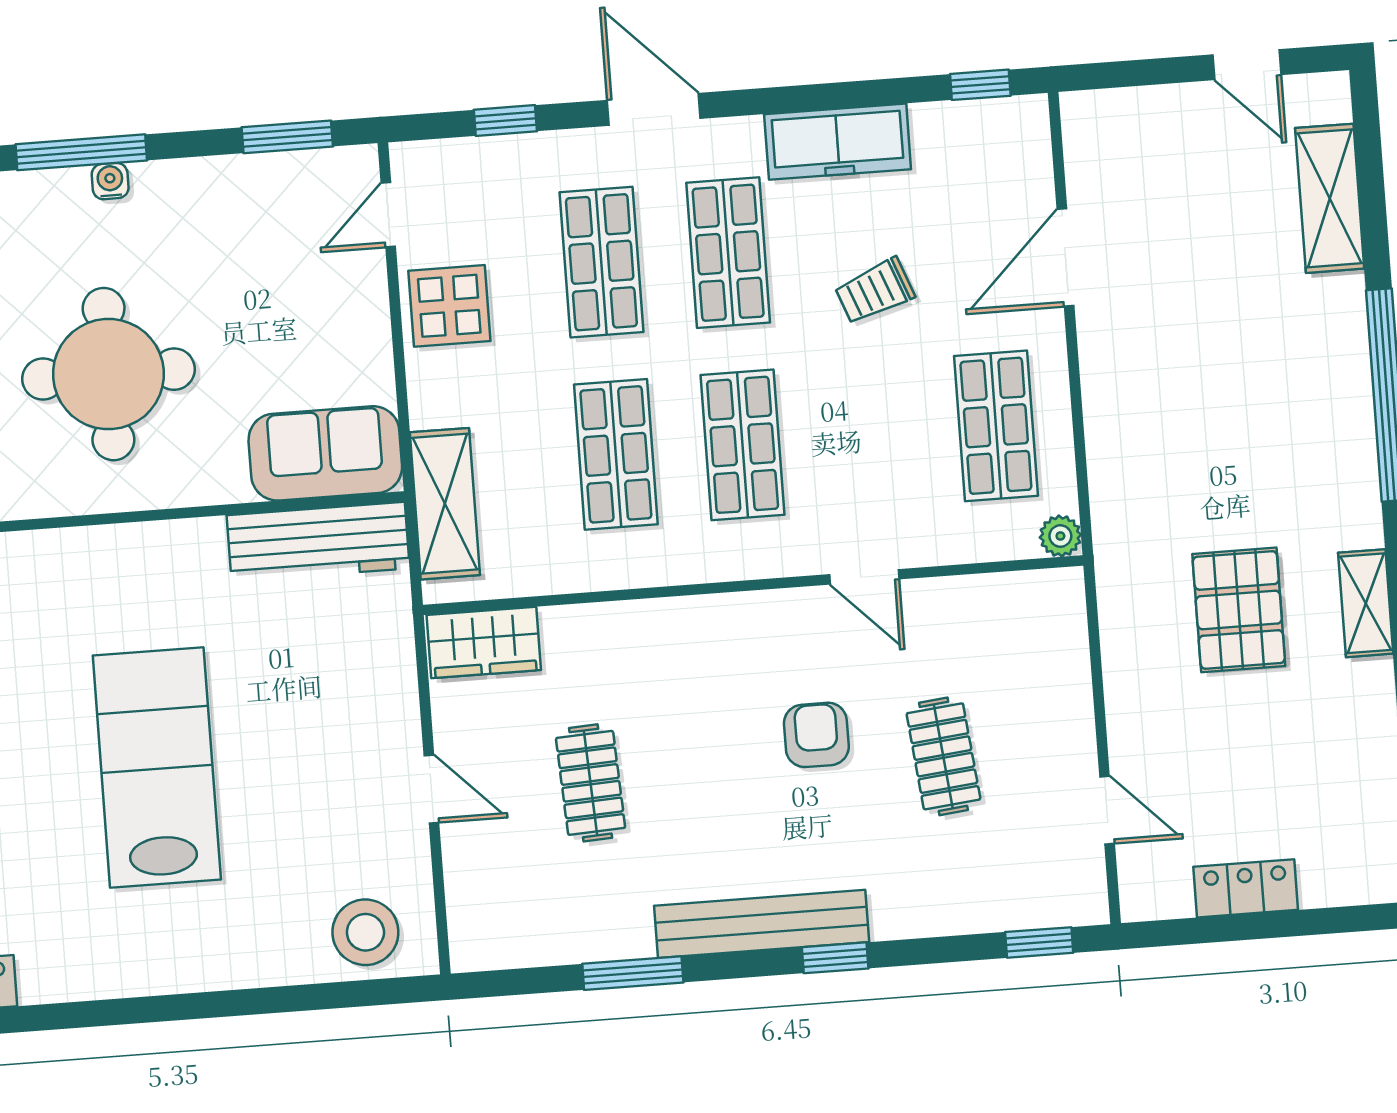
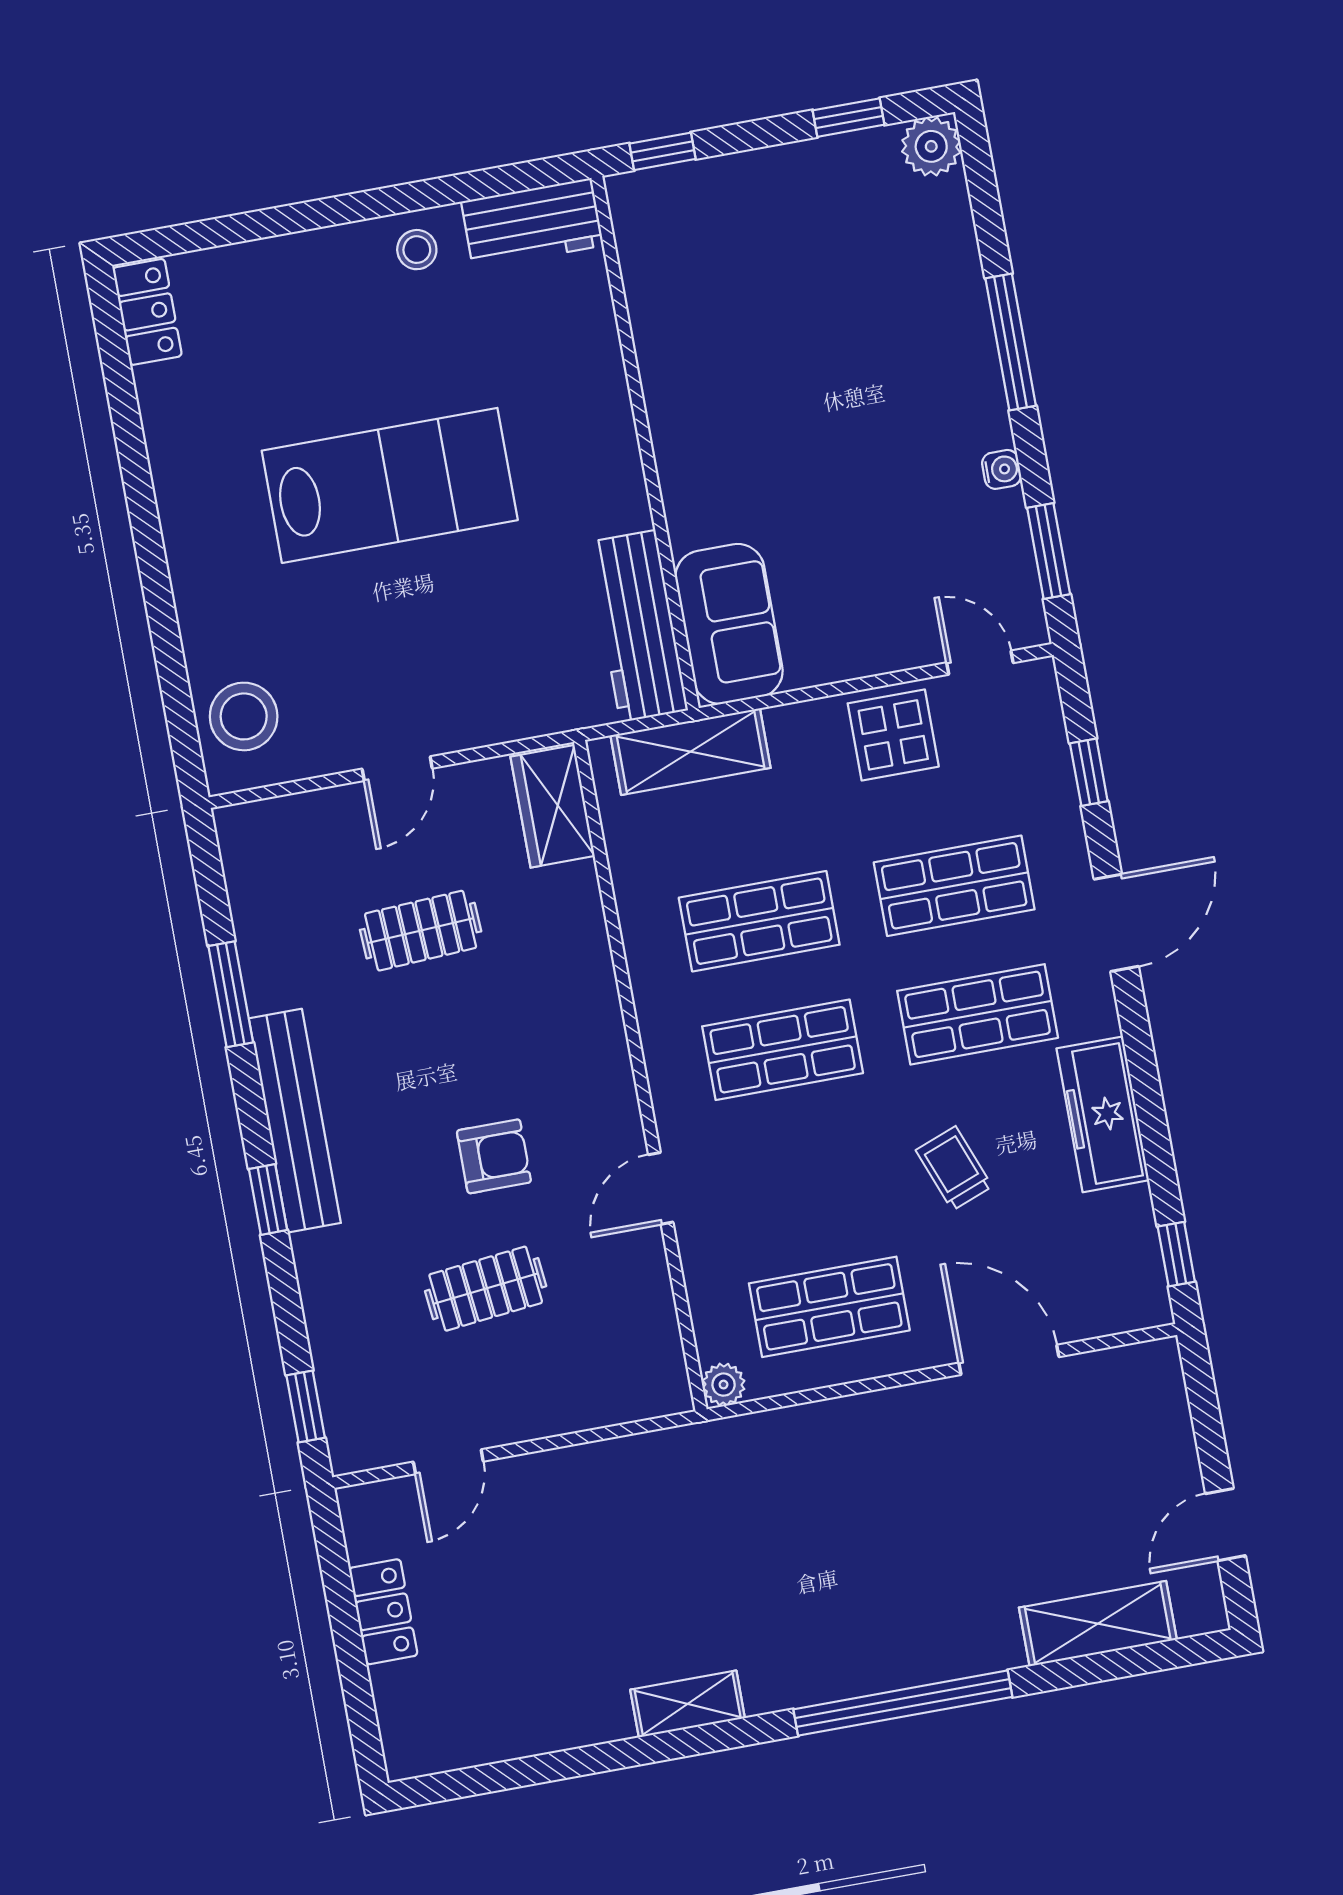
water cooler: (110, 181) -> (1002, 469), moved
round table: (108, 374) -> (787, 394), removed
pallet: (1239, 610) -> (667, 1575), removed

